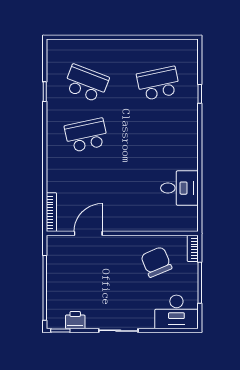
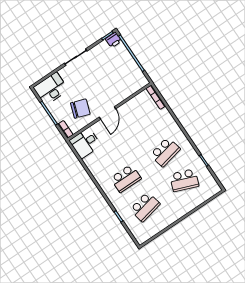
school desk: (158, 135) -> (126, 178), added
desk: (179, 188) -> (85, 143), moved
door: (88, 233) -> (107, 113), moved
chair: (156, 262) -> (80, 109), turned -48
printer: (75, 320) -> (114, 40), moved

